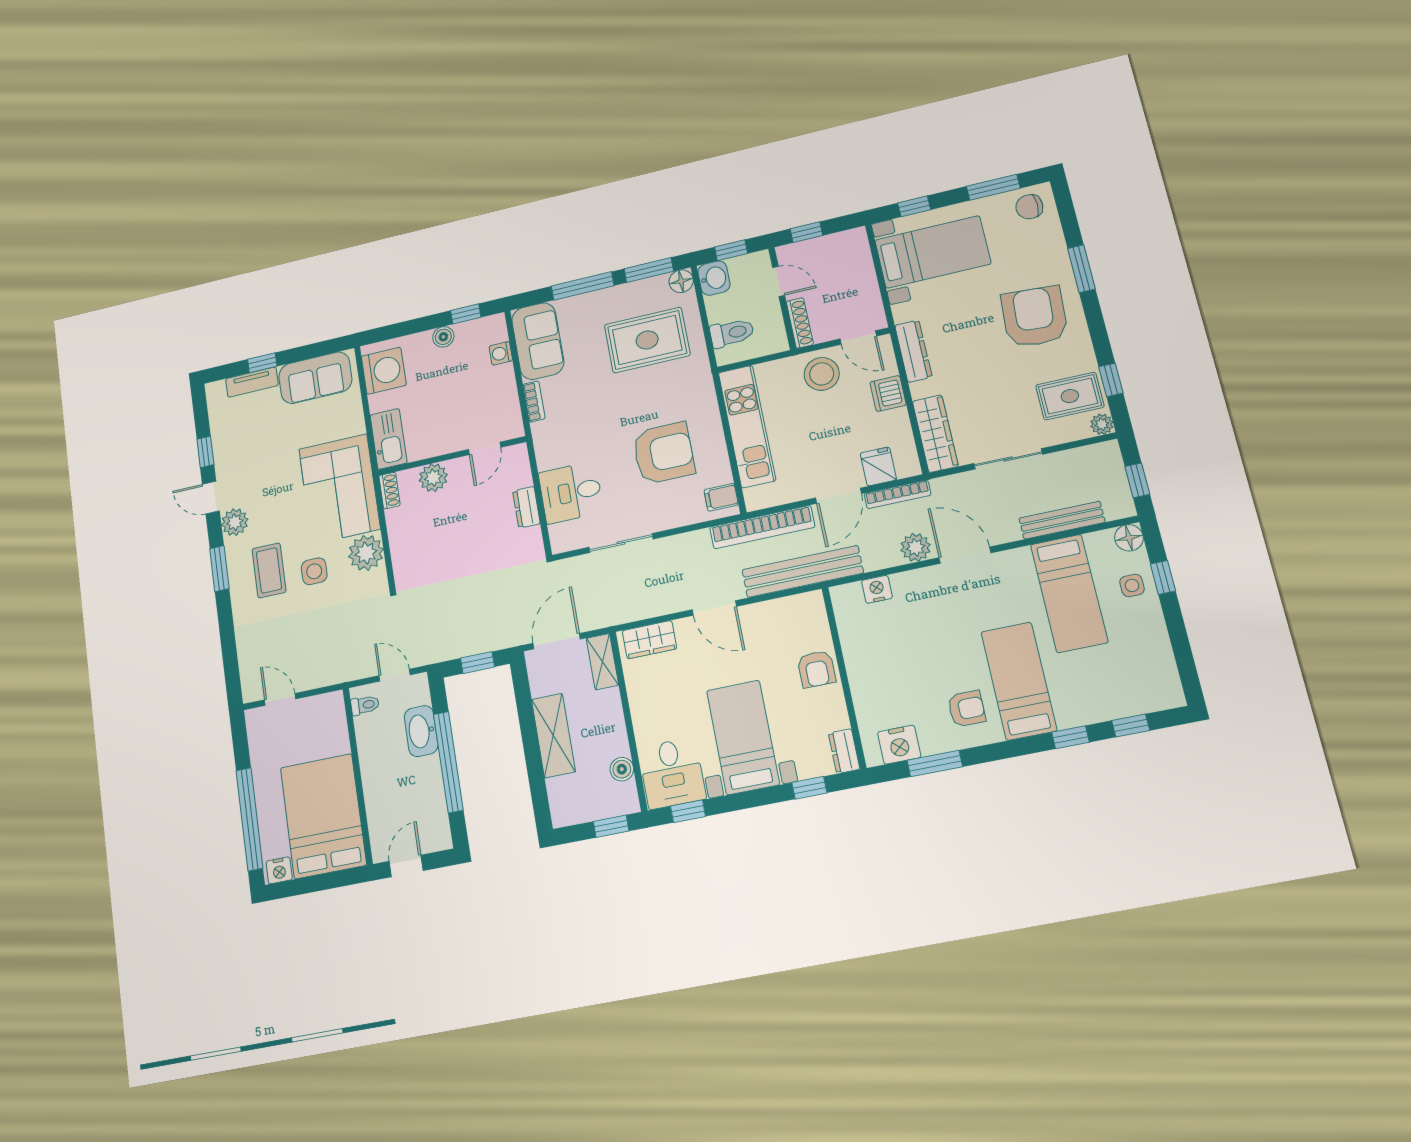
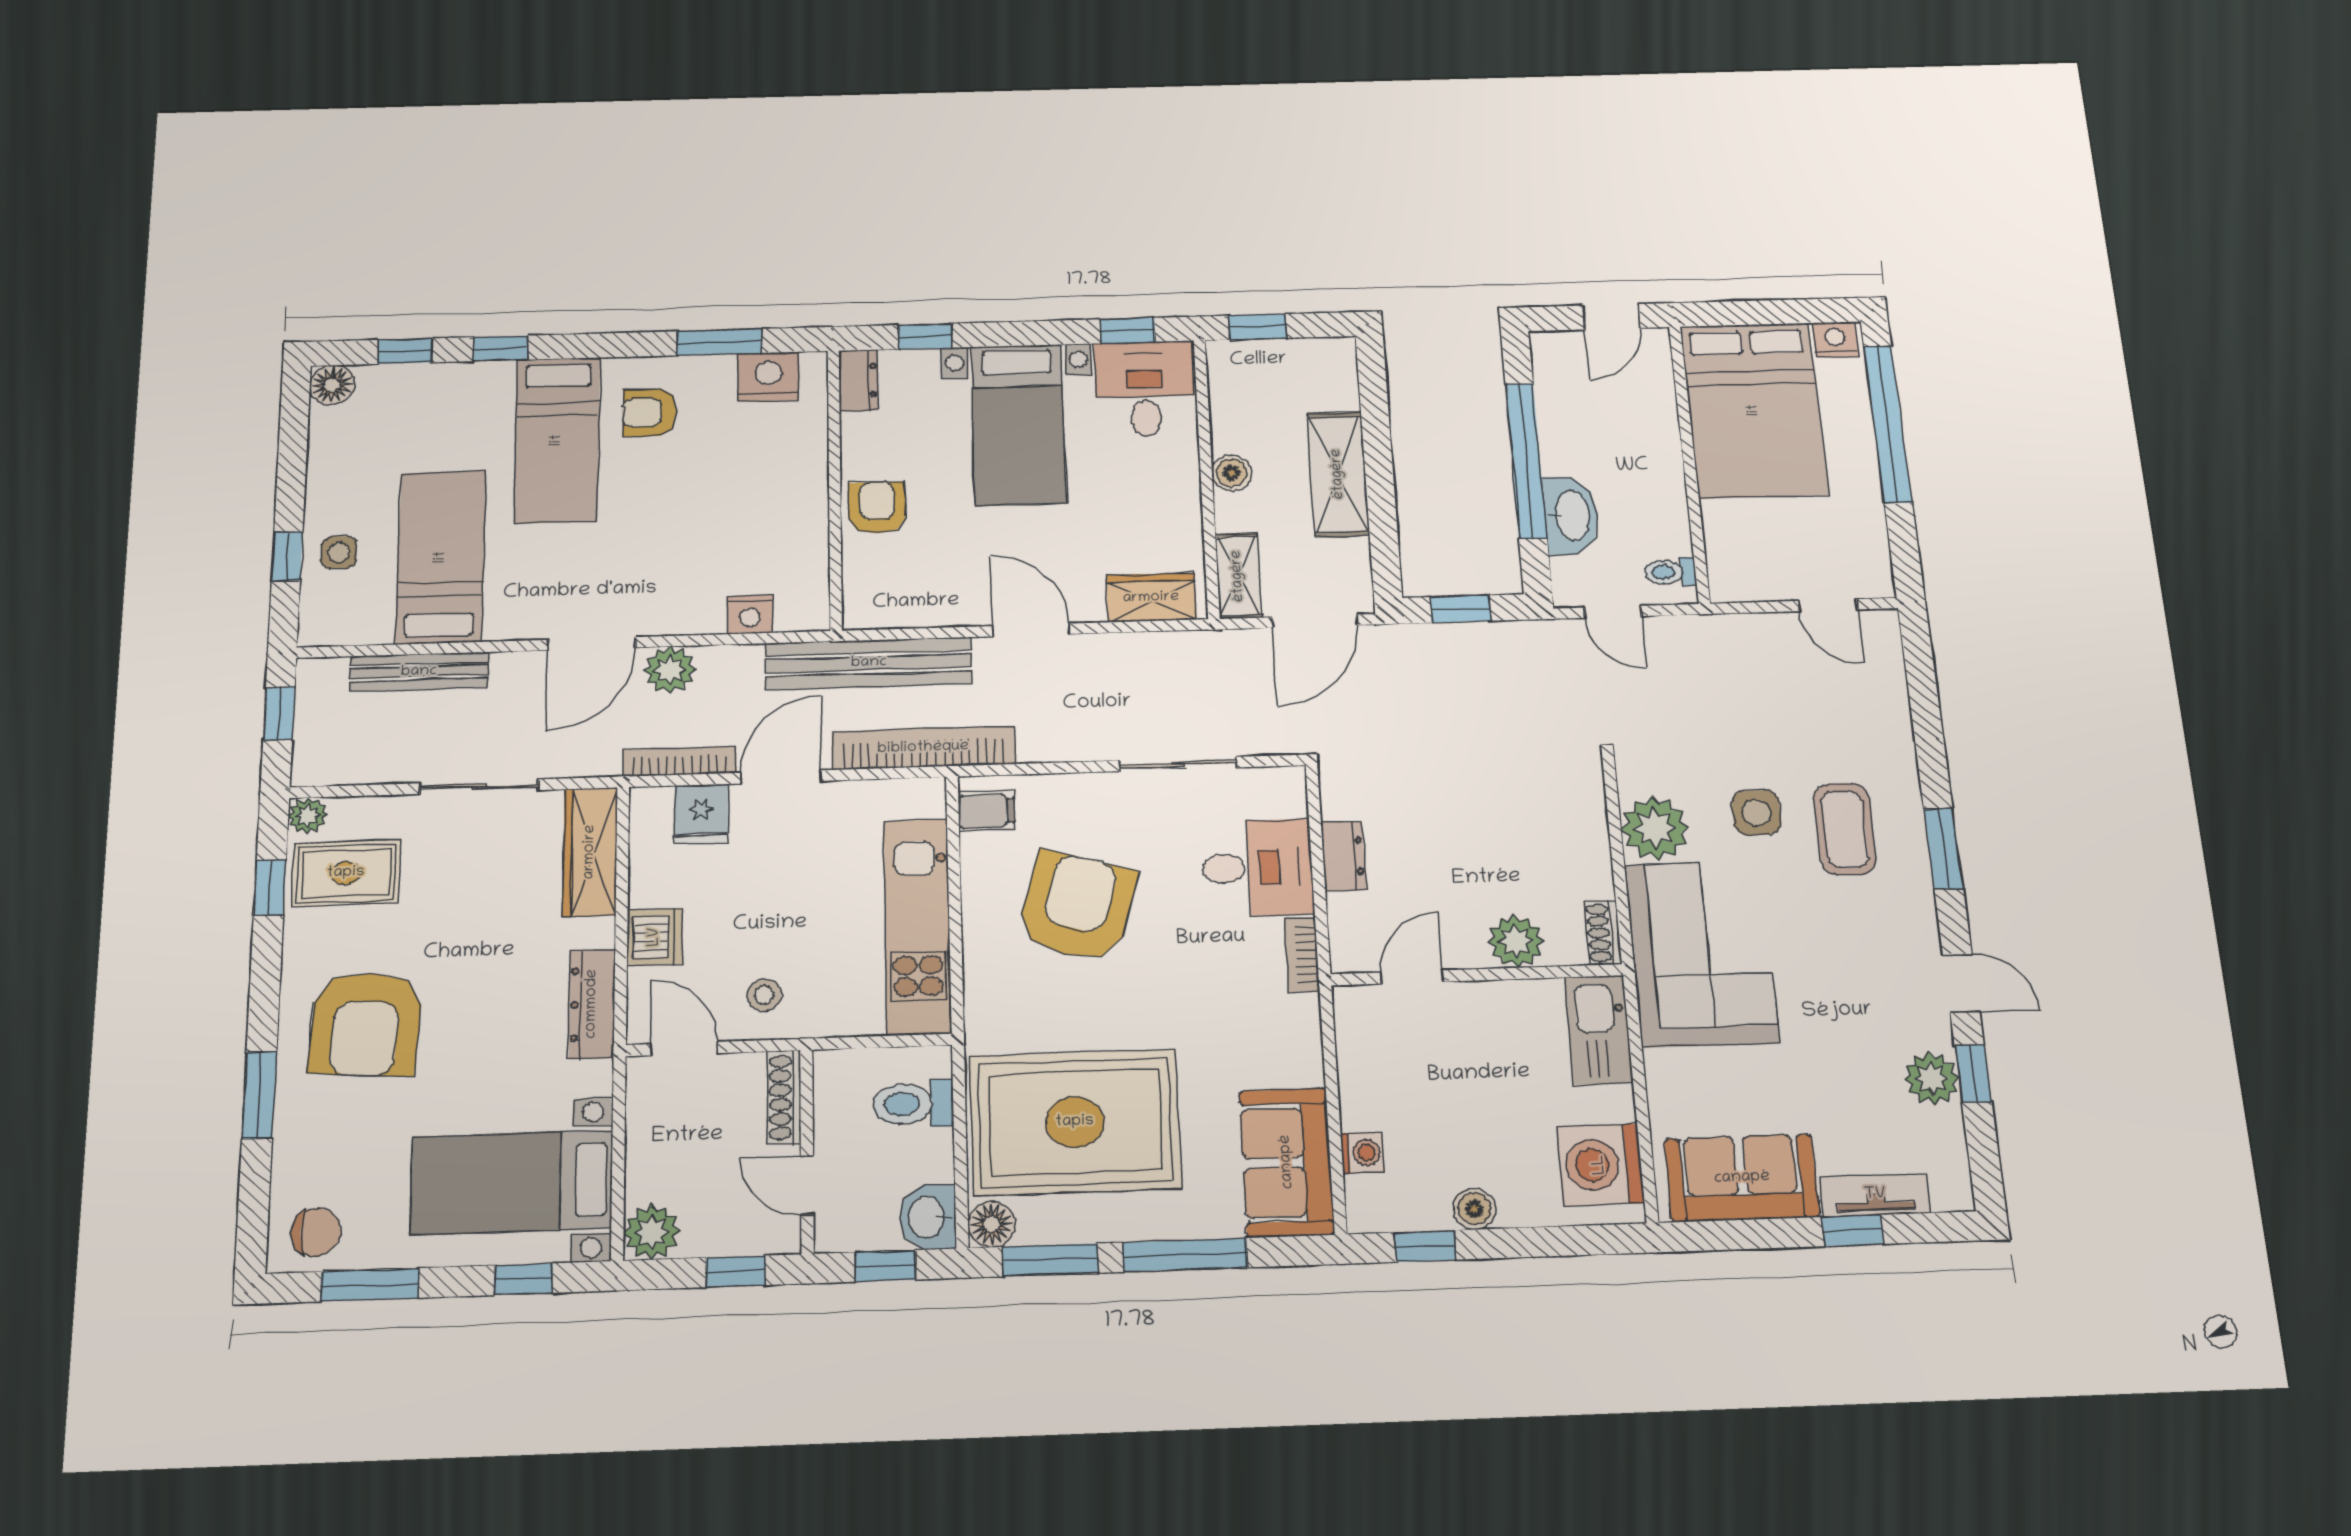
plant: (854, 242) -> (652, 1232), added
rug: (647, 340) -> (1075, 1122), width x1.37, depth x1.44
stool: (822, 374) -> (764, 995), width x0.53, depth x0.53
bookcase: (534, 401) -> (1302, 955), moved
armchair: (664, 453) -> (1077, 907), turned 106
plant: (235, 522) -> (1931, 1078), moved
floor lamp: (1129, 538) -> (332, 385), moved
door: (965, 555) -> (592, 644), hinge flipped
boiler: (622, 769) -> (1232, 473), moved

